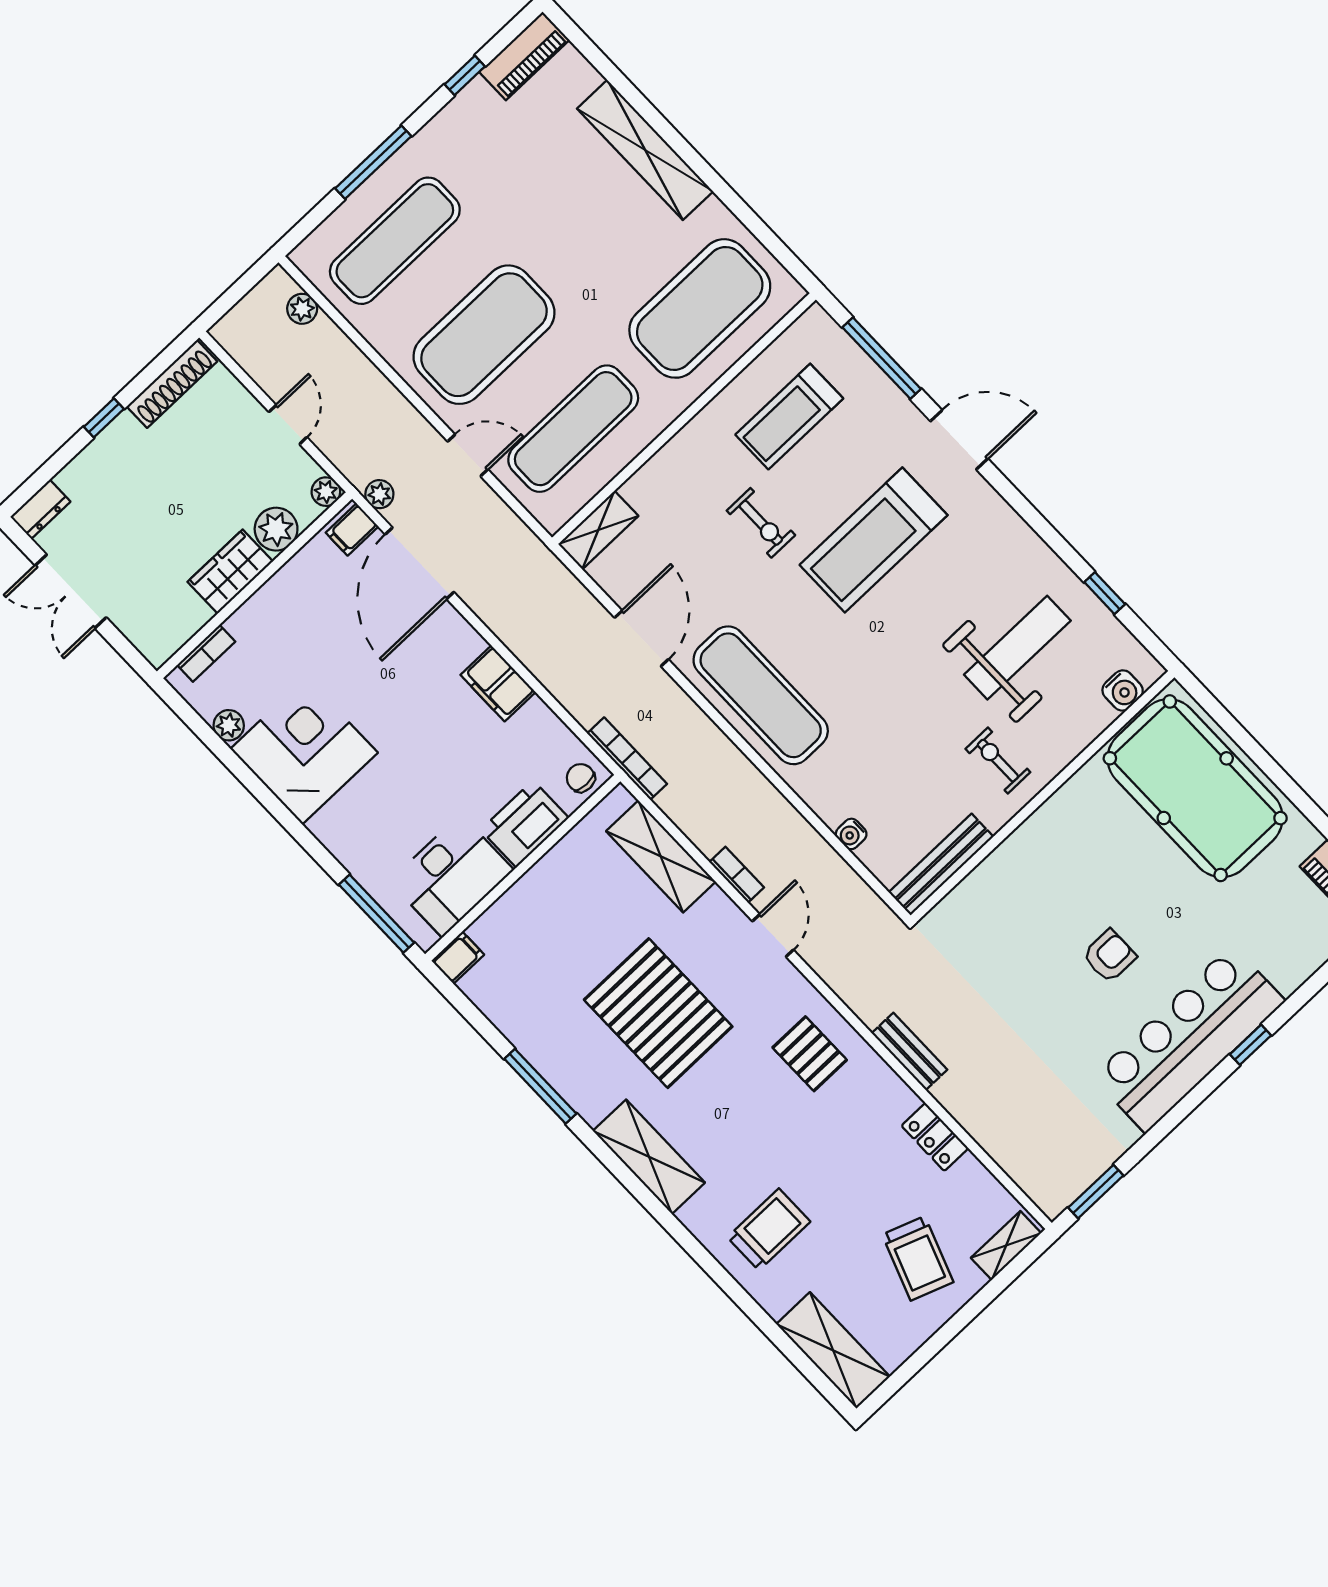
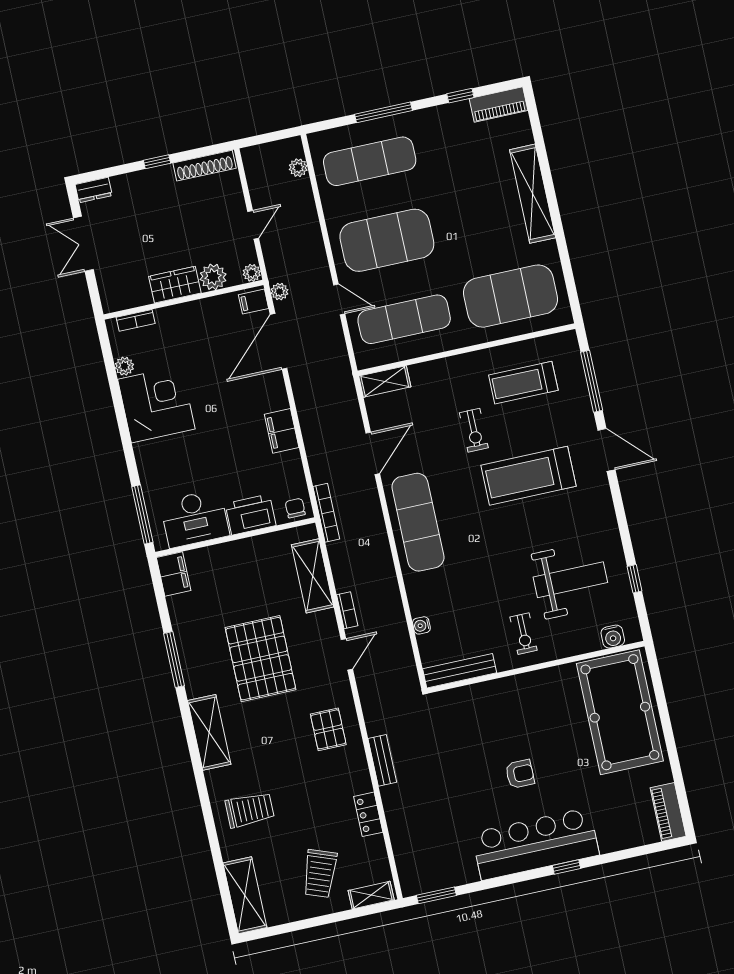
exercise bike: (998, 761) -> (524, 634), turned 180
filing cabinet: (458, 958) -> (174, 574), width x2.00

